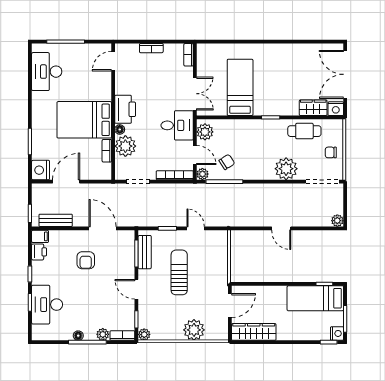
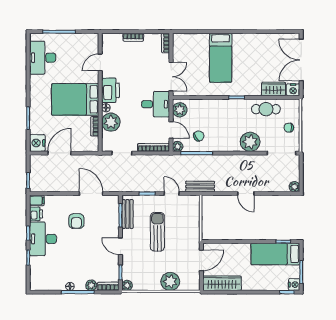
door: (113, 61) -> (100, 62), moved
bed: (240, 87) -> (221, 58), moved, turned 180
bench: (56, 220) -> (200, 187), moved
desk: (47, 305) -> (43, 239), moved

